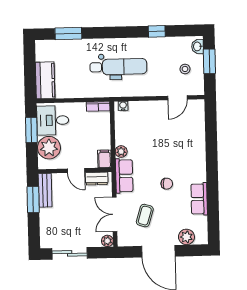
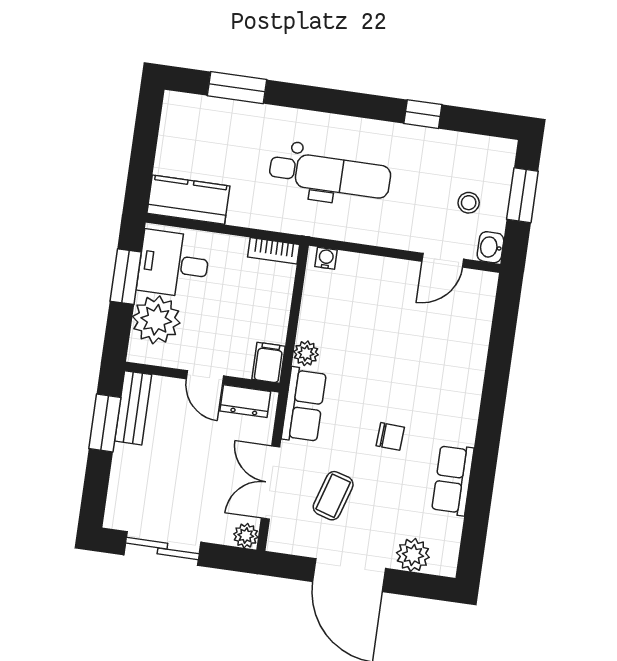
washbasin: (198, 46) -> (490, 247), moved
kitchen counter: (45, 80) -> (188, 200), moved, turned -90

